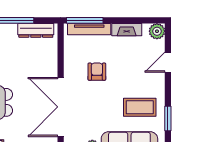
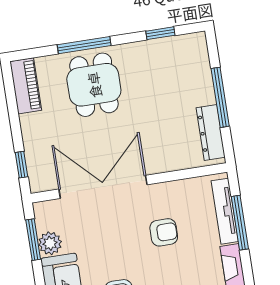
window: (85, 20) -> (240, 223), moved

